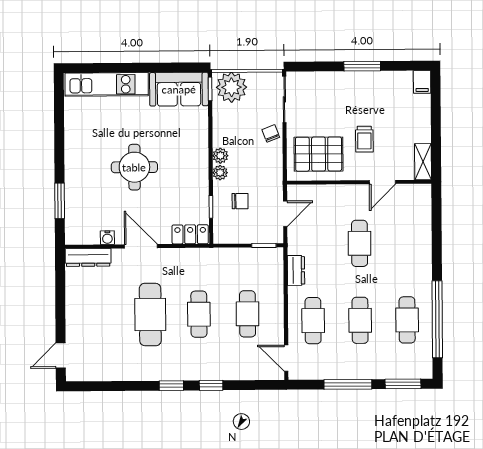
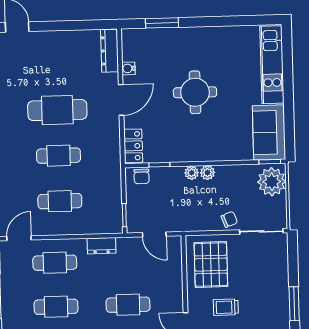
chair: (240, 201) -> (142, 176), moved

